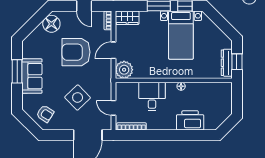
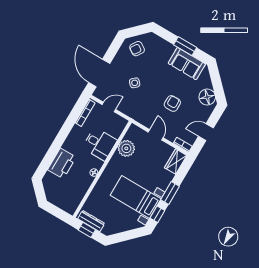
armchair: (76, 52) -> (172, 103), width x0.53, depth x0.53
plant: (124, 70) -> (126, 148), moved
sofa: (32, 76) -> (187, 64), moved
side table: (78, 97) -> (135, 83), width x0.54, depth x0.54

